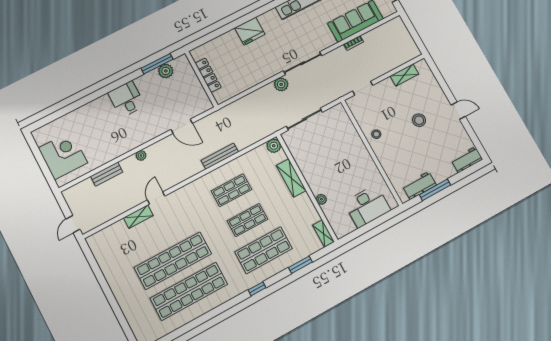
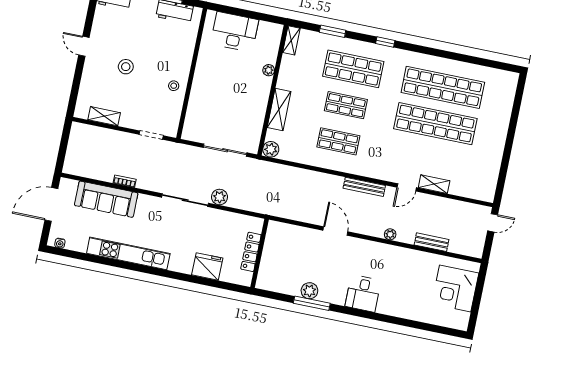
locker: (208, 75) -> (251, 252), moved
wall: (201, 79) -> (260, 253), moved
bench: (220, 156) -> (364, 187), moved

